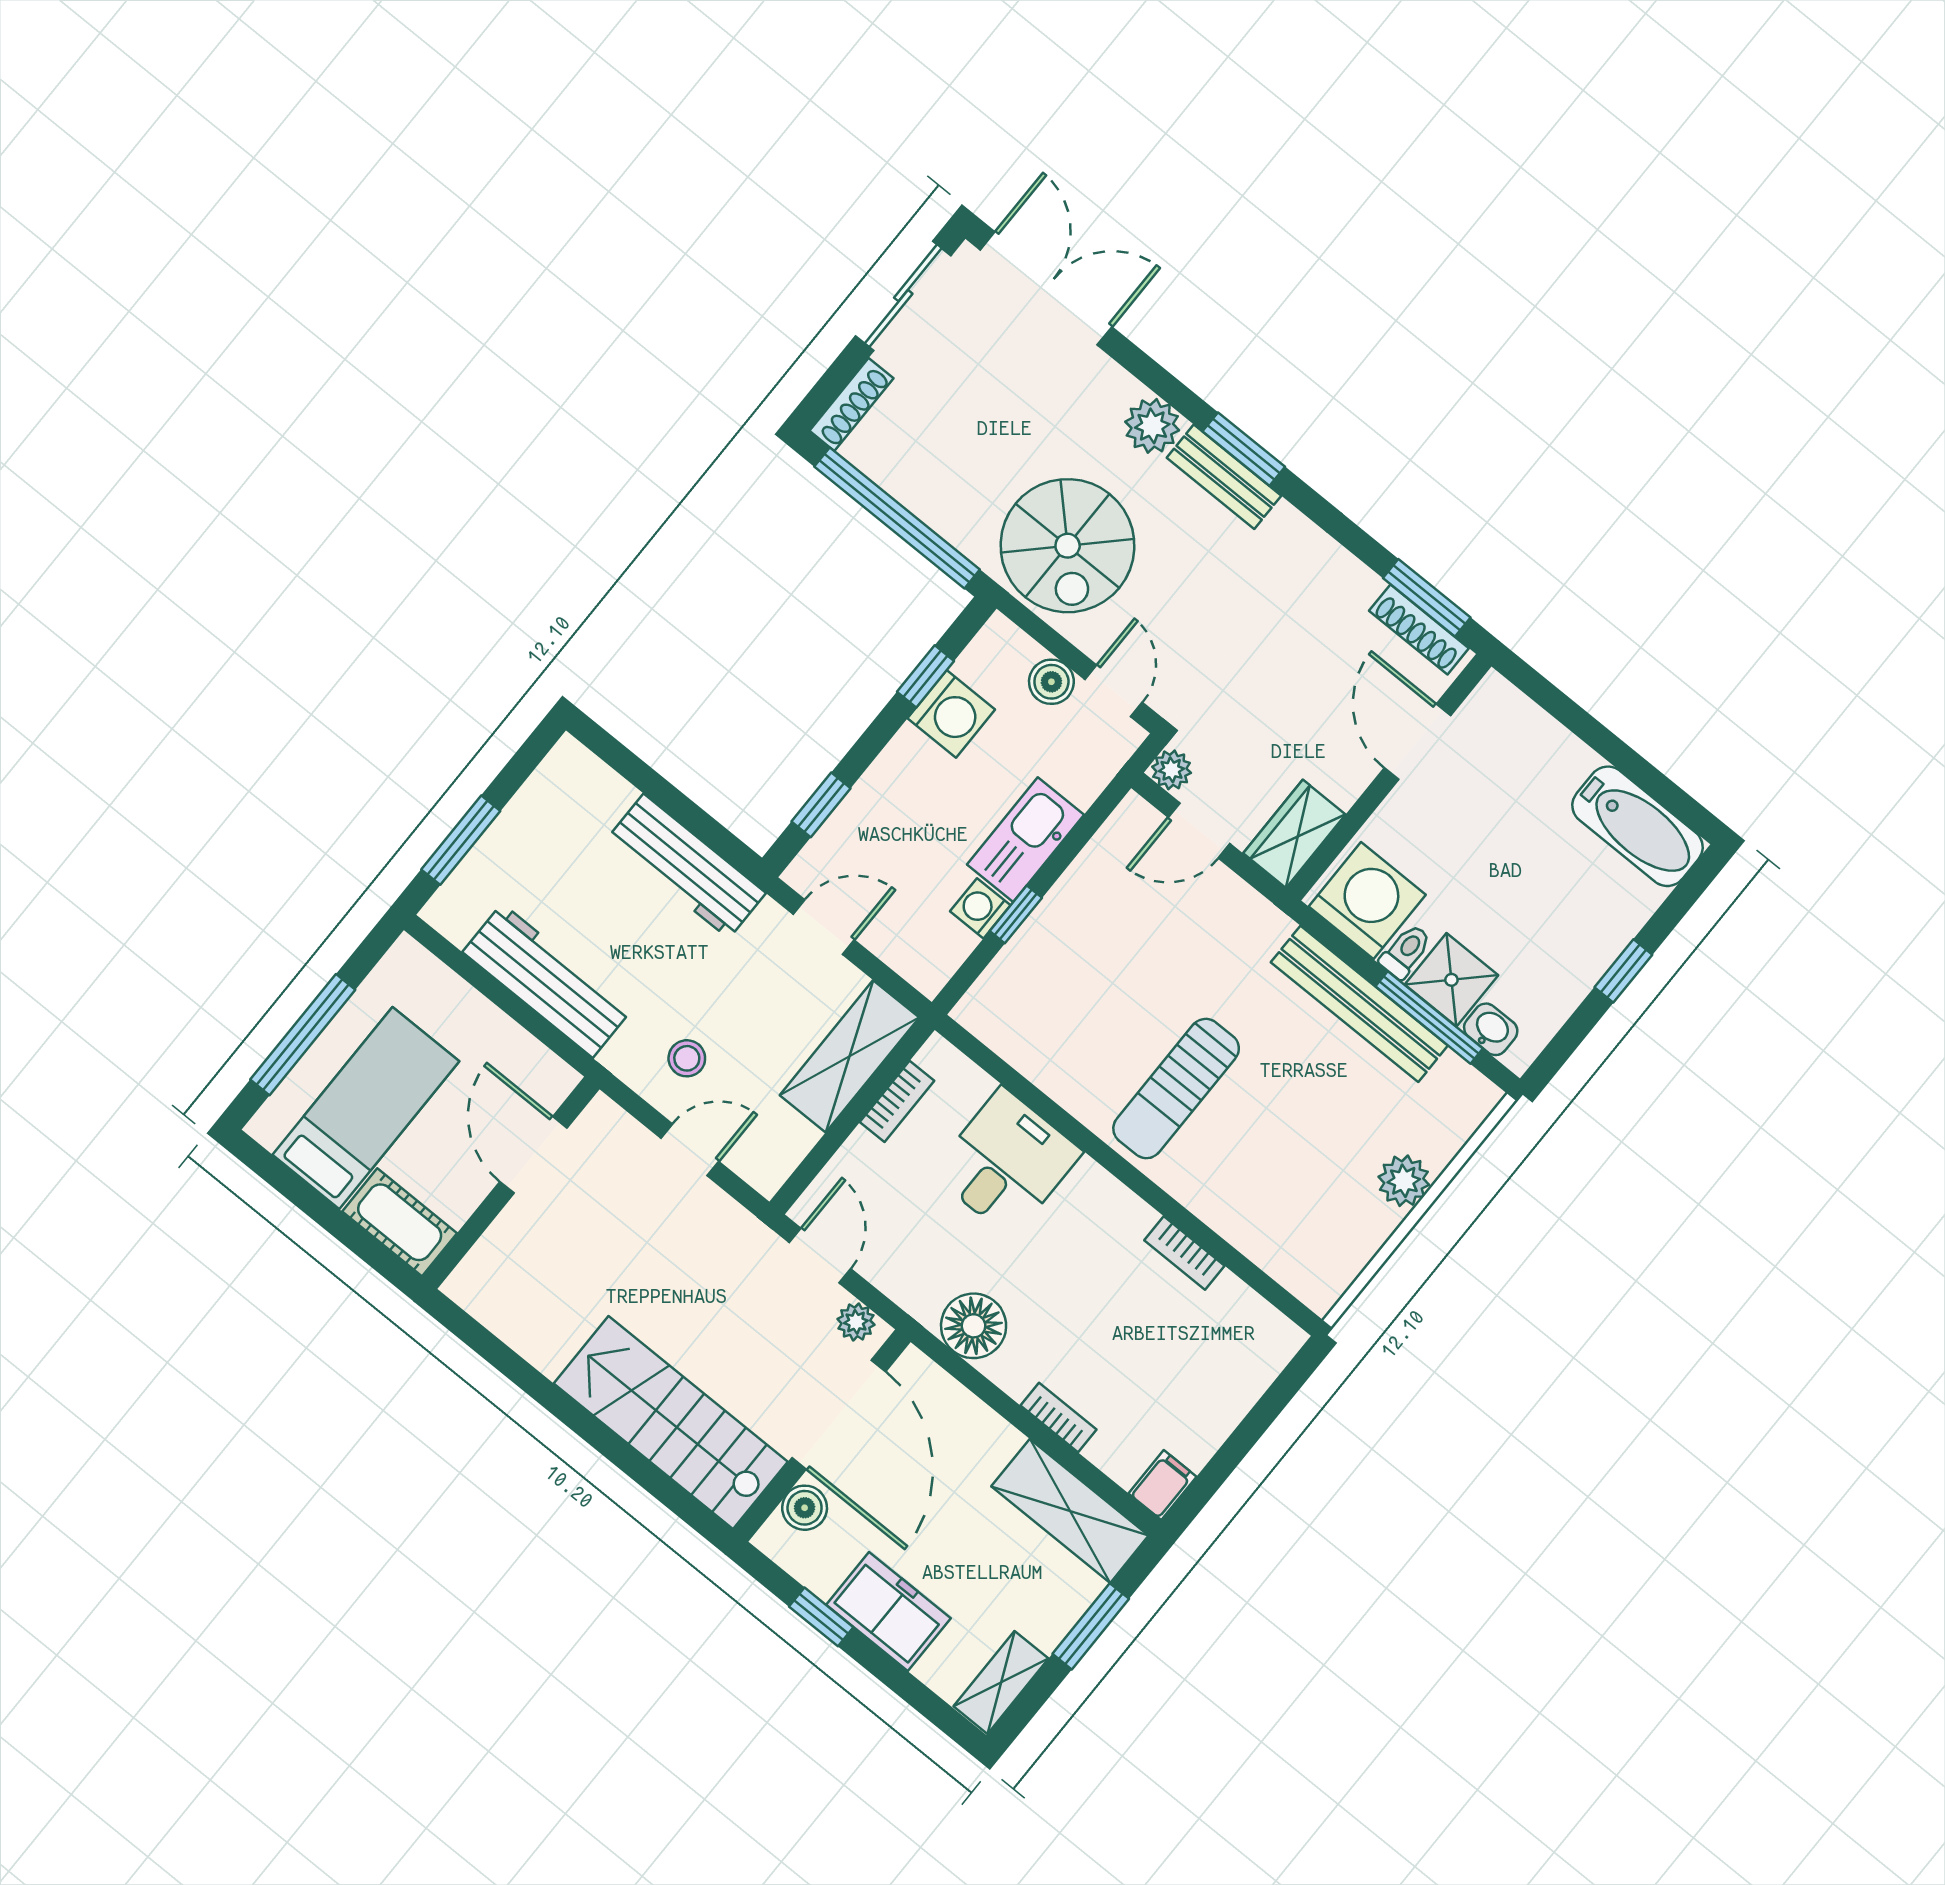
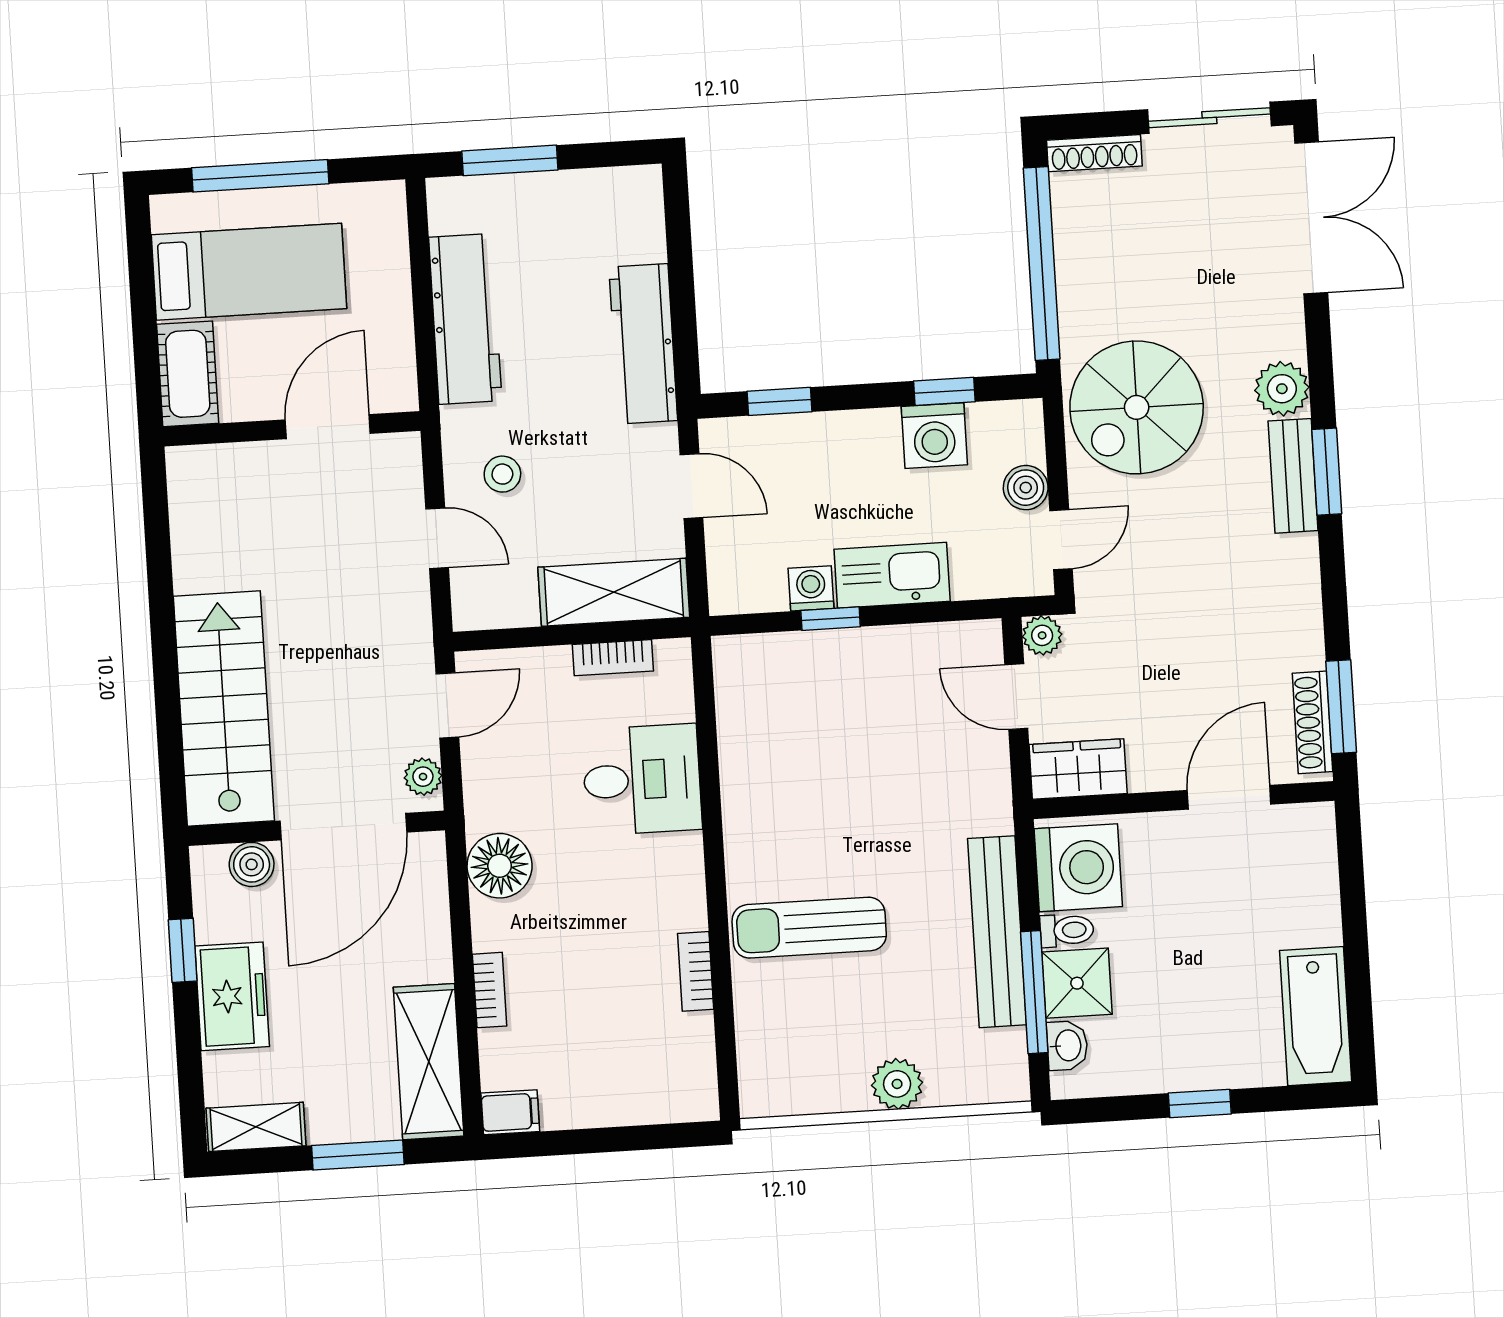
sun lounger: (1176, 1089) -> (809, 928), moved

